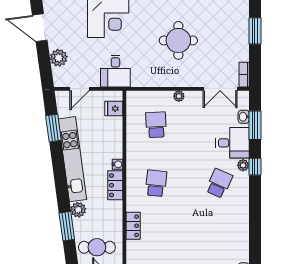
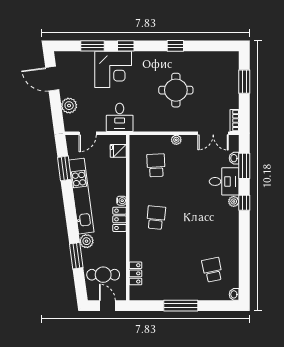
school desk: (219, 183) -> (212, 270), moved, turned -36
locker: (133, 226) -> (135, 273), moved

